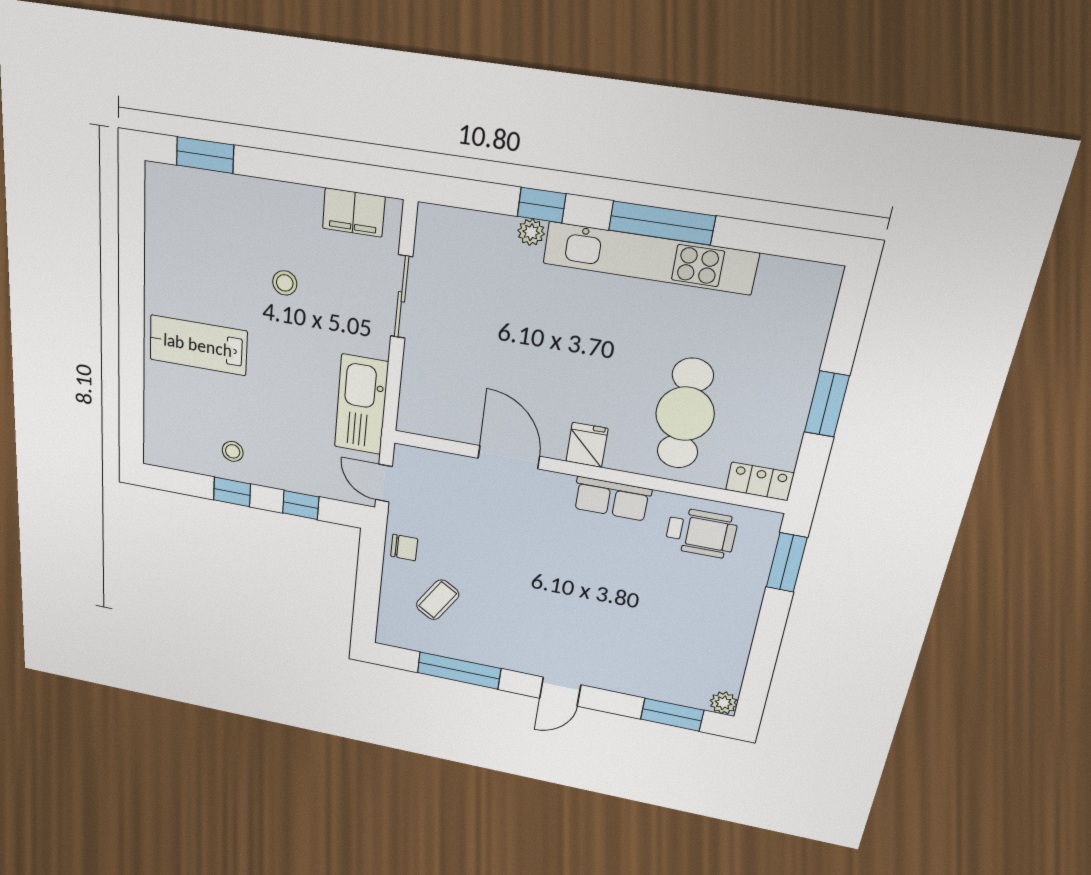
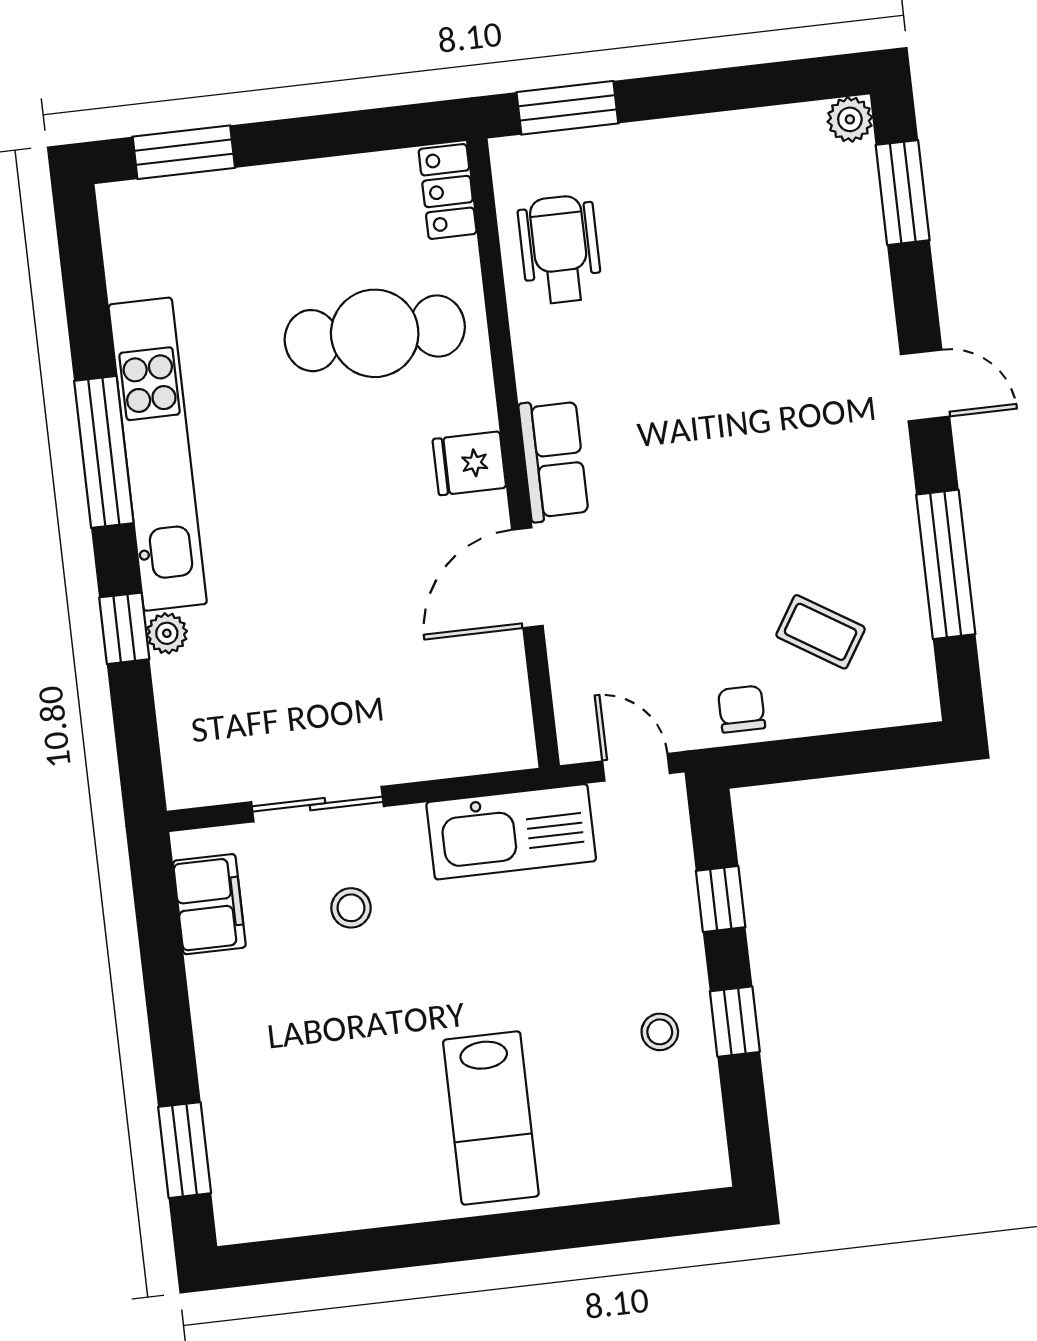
stool: (285, 283) -> (351, 908), moved
window: (827, 404) -> (184, 152), moved
door: (384, 483) -> (636, 767), swing flipped
row of seats: (612, 499) -> (553, 460), moved

